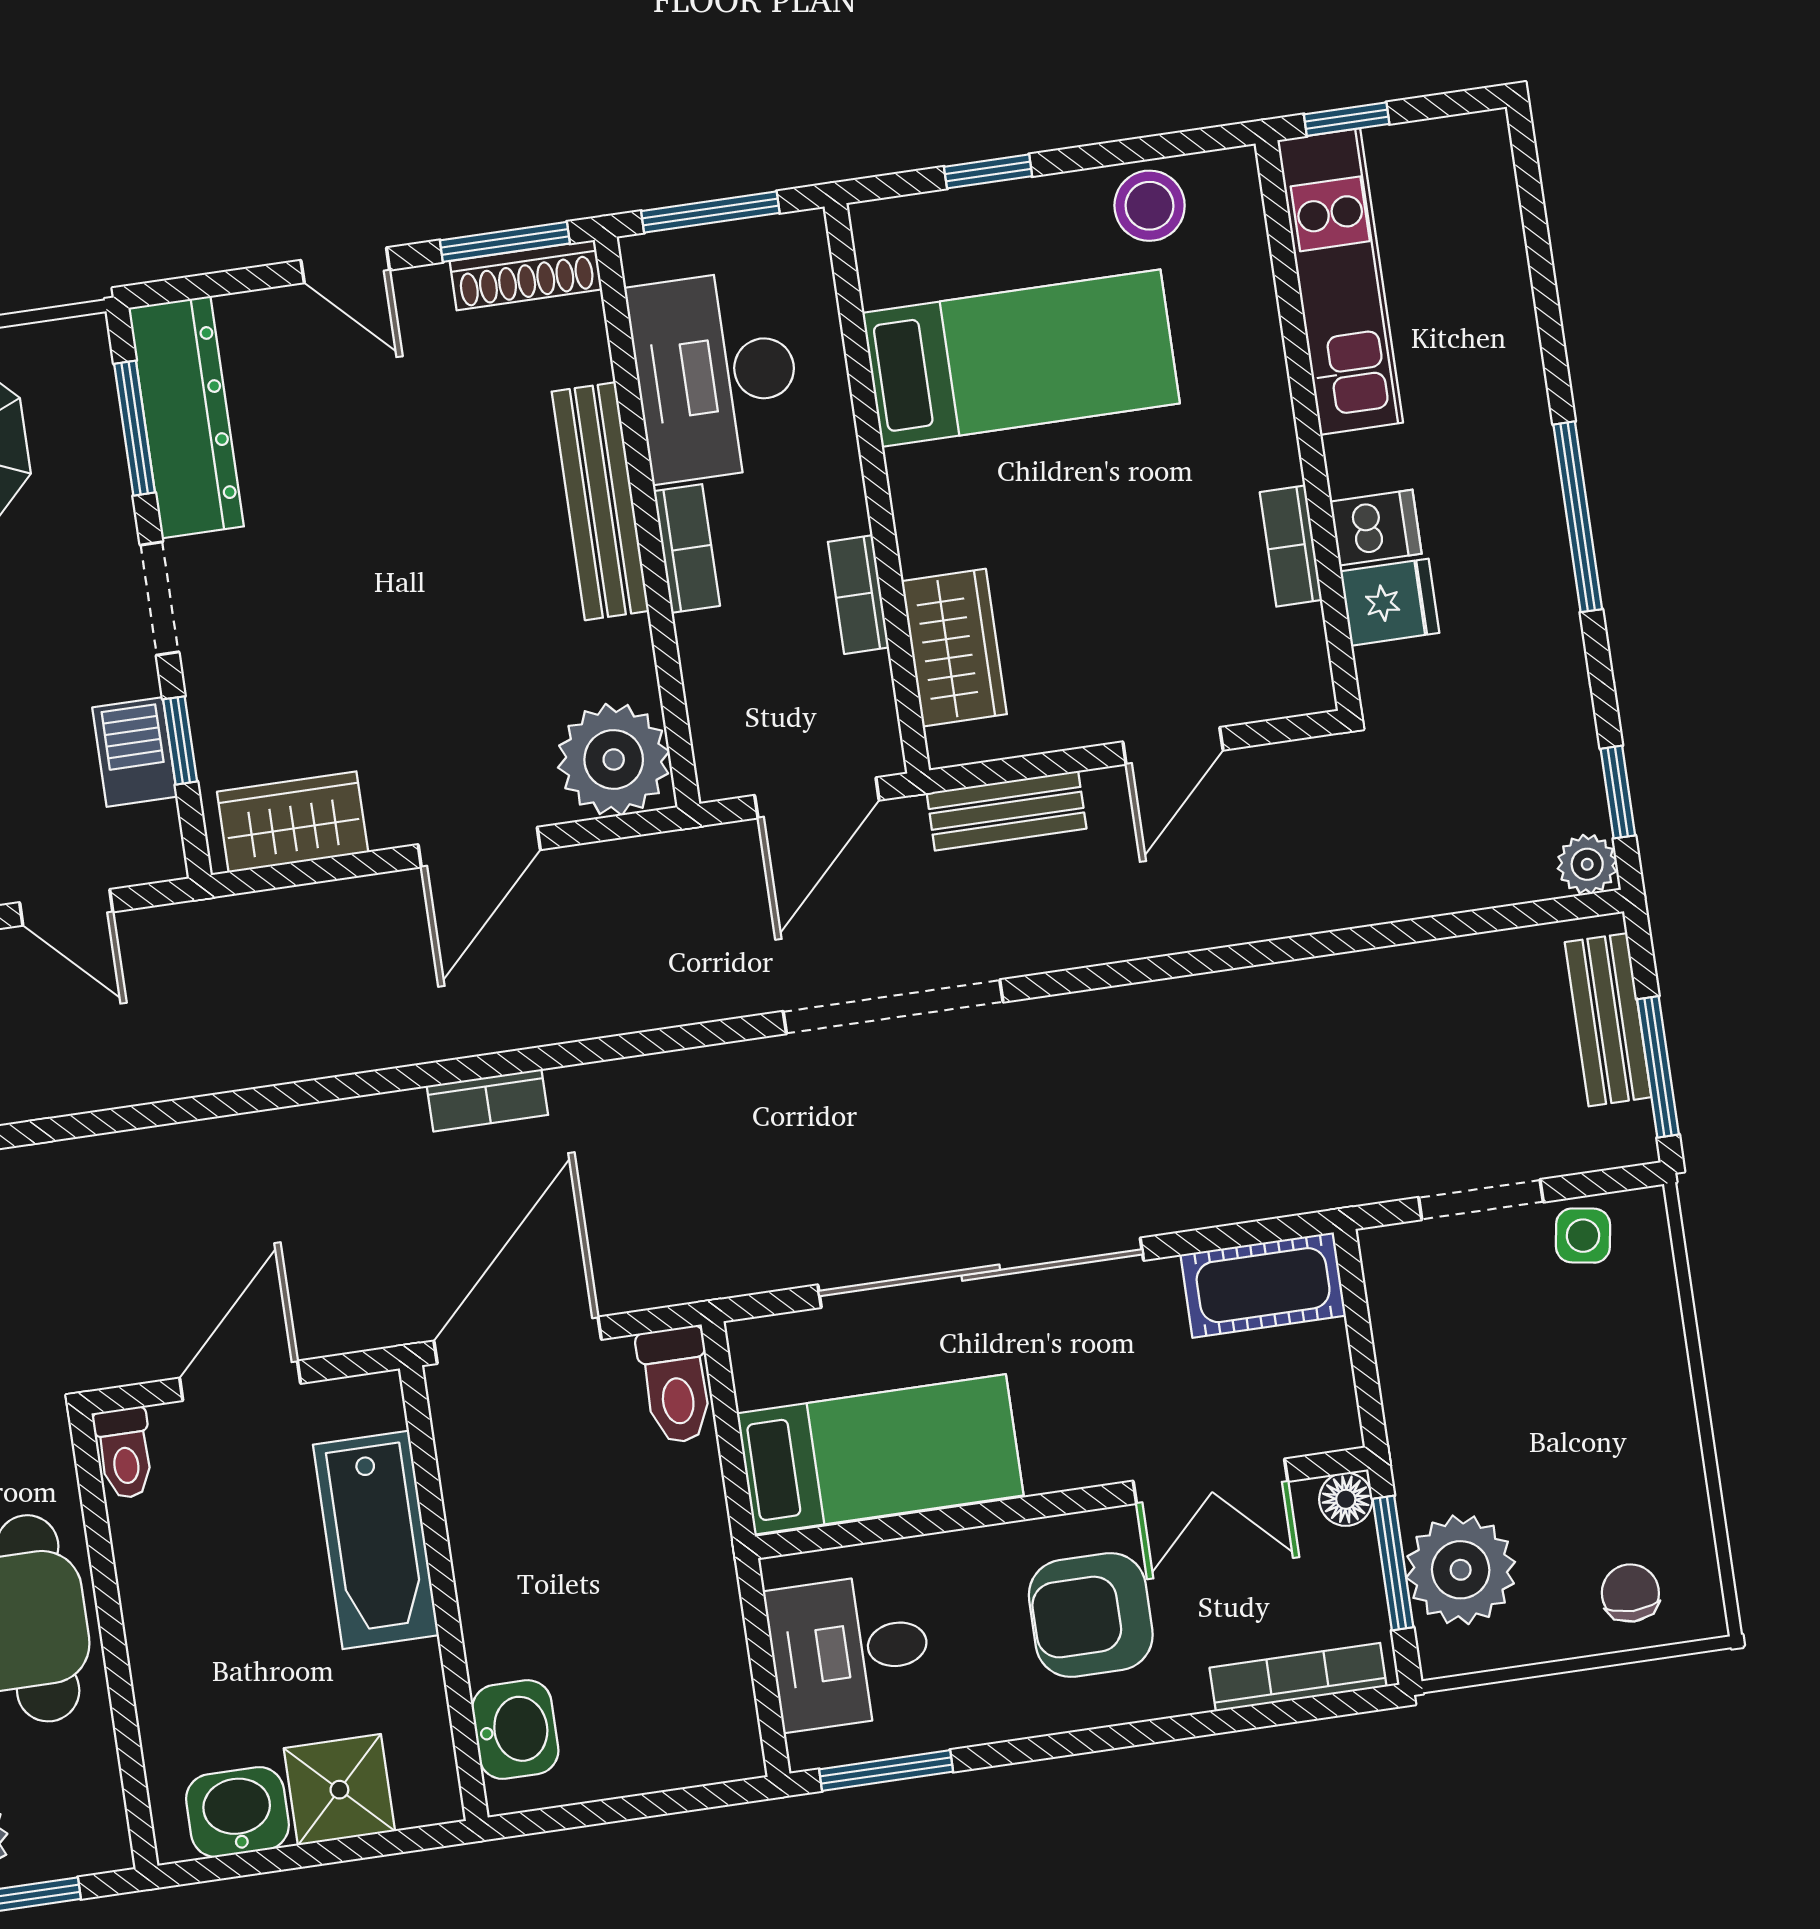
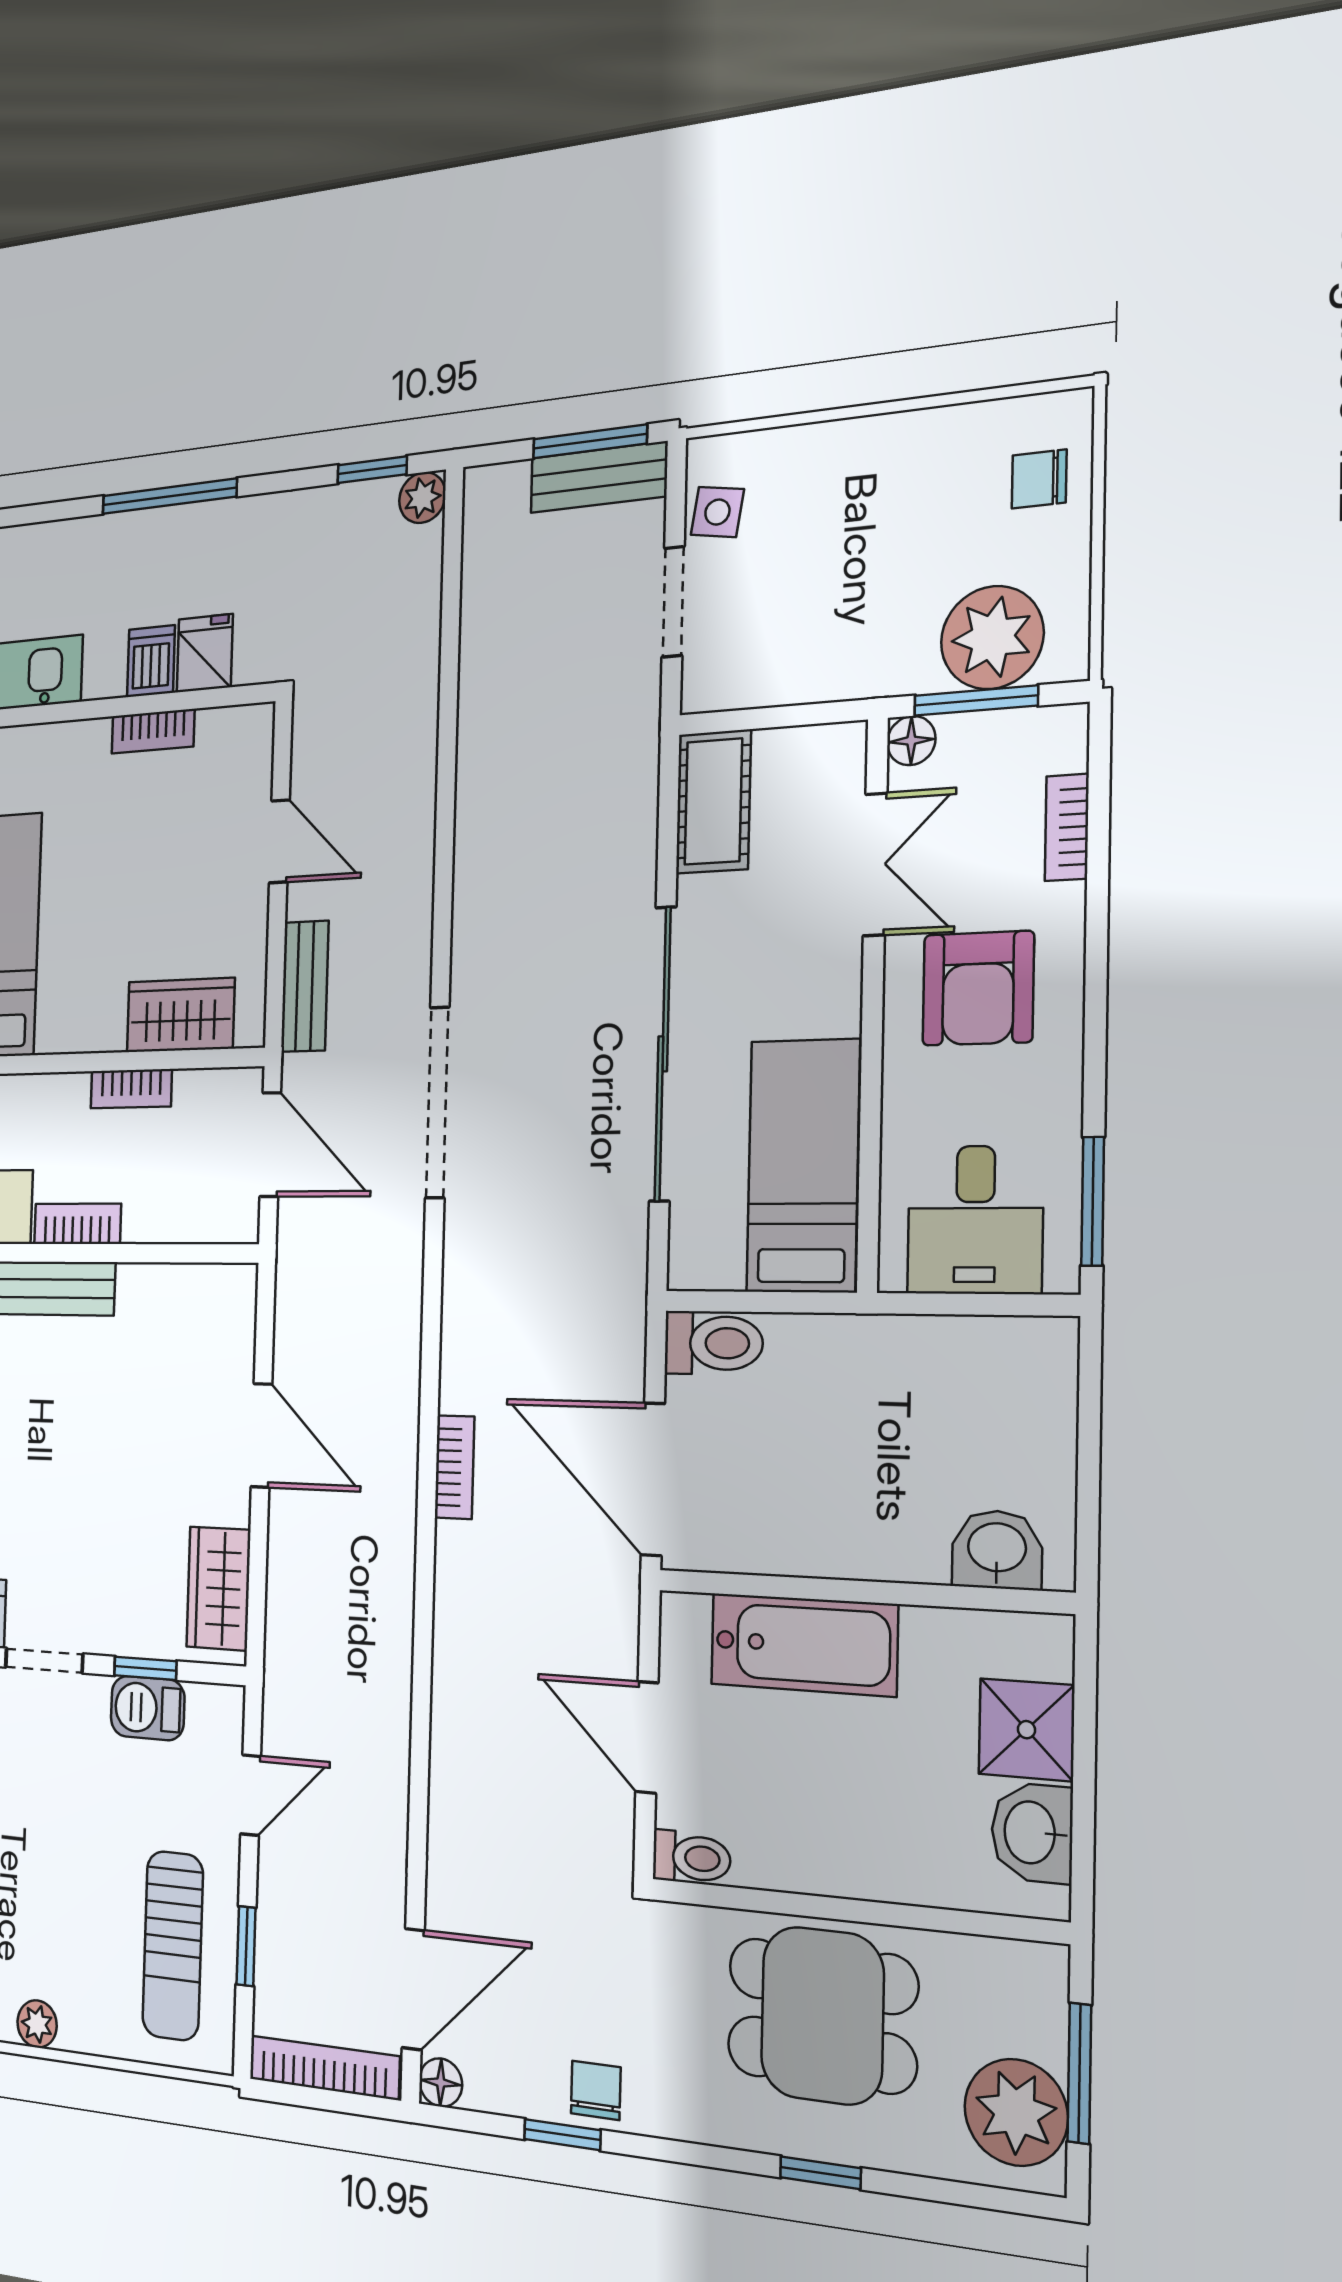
plant: (614, 759) -> (216, 1310), removed
bench: (1608, 1020) -> (599, 477), moved
bookcase: (1298, 1677) -> (1067, 827), width x0.64

